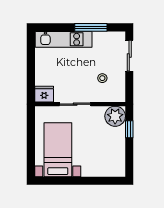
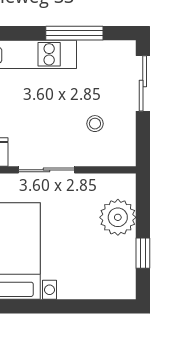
plant: (115, 116) -> (118, 217), moved
window: (129, 129) -> (143, 253), moved

